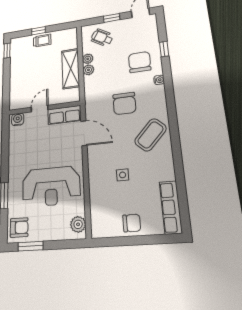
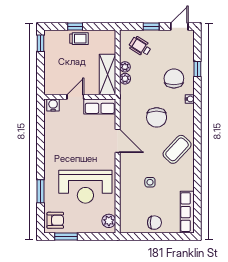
wall: (44, 108) -> (80, 97), moved
door: (40, 109) -> (75, 97), moved
row of seats: (64, 115) -> (100, 107), moved
water cooler: (18, 119) -> (53, 105), moved

